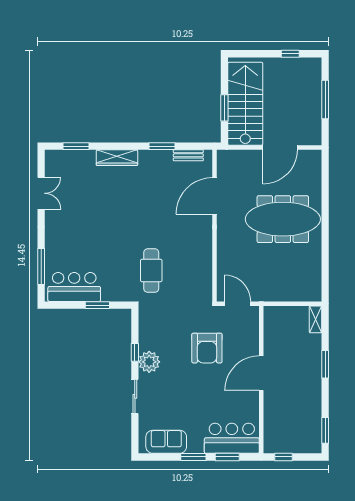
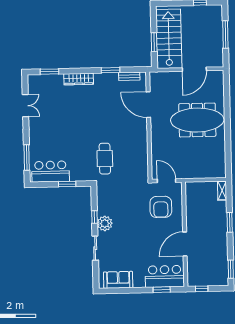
door: (214, 196) -> (148, 105), hinge flipped
armchair: (207, 348) -> (161, 207), moved
door: (261, 373) -> (185, 244), moved
window: (193, 457) -> (138, 290), removed

